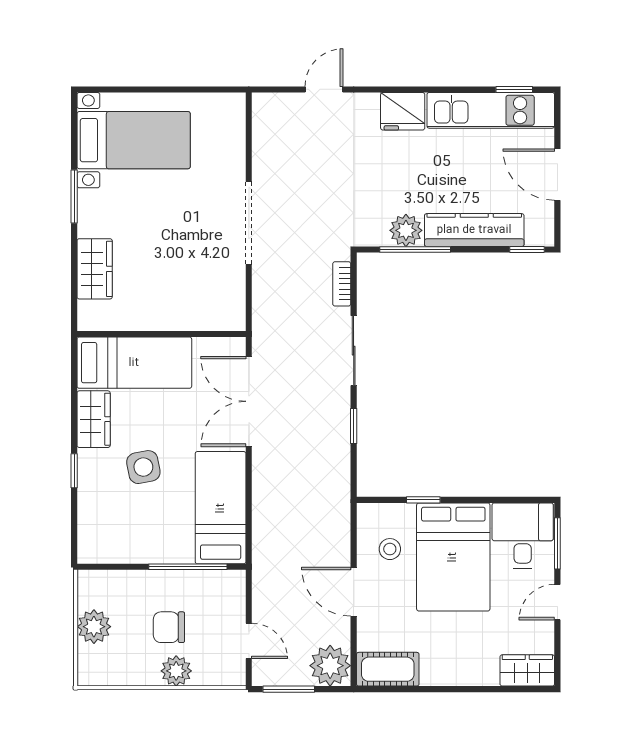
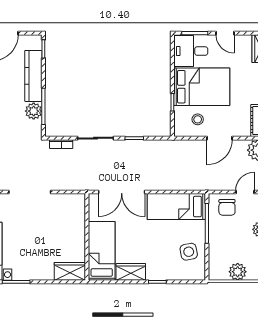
wardrobe: (95, 269) -> (70, 271), moved
side table: (143, 467) -> (189, 252), moved
chair: (169, 627) -> (227, 207), moved

